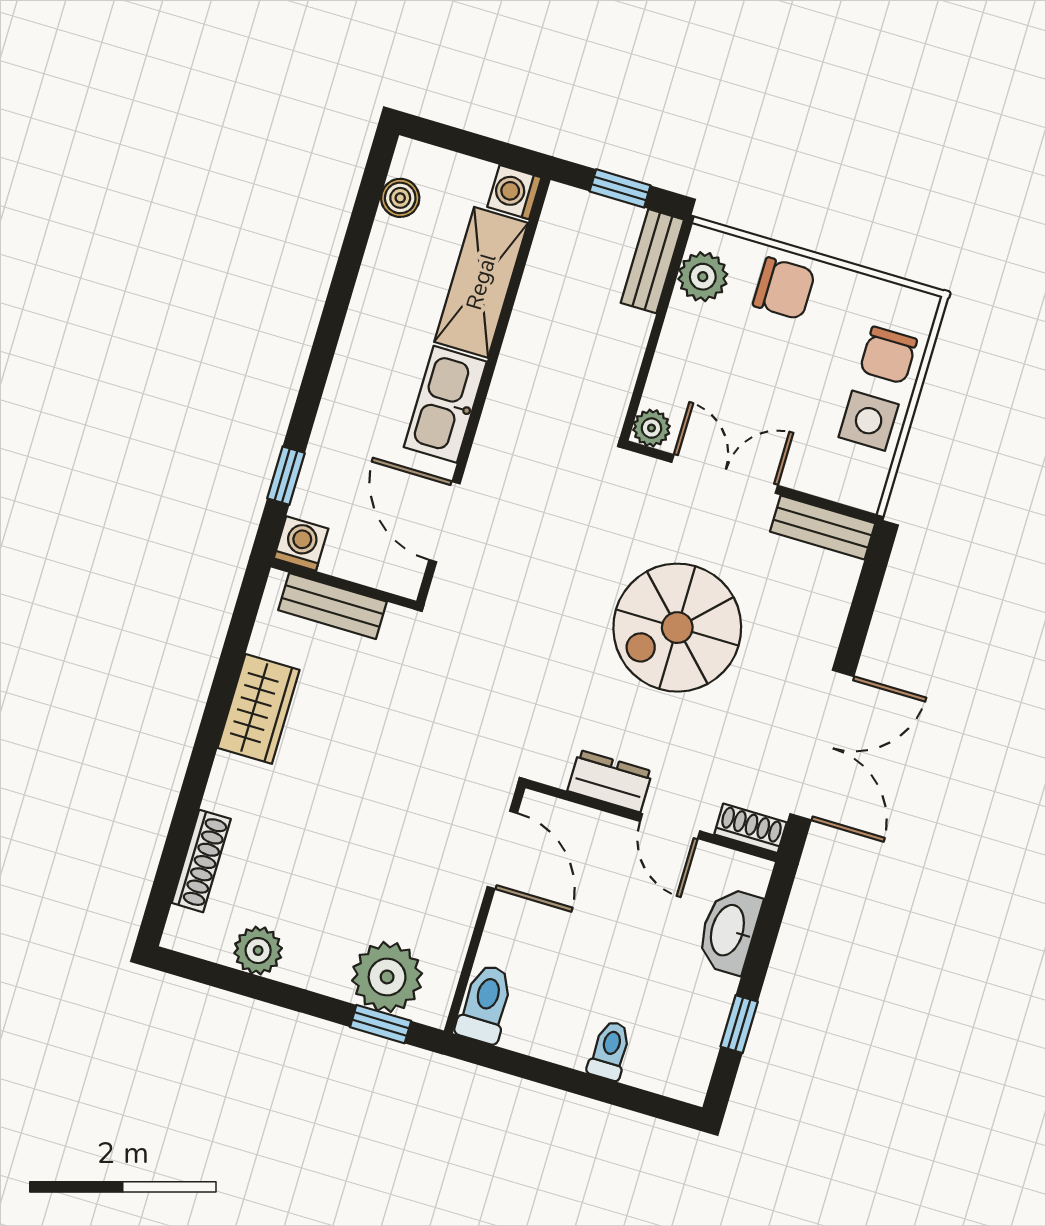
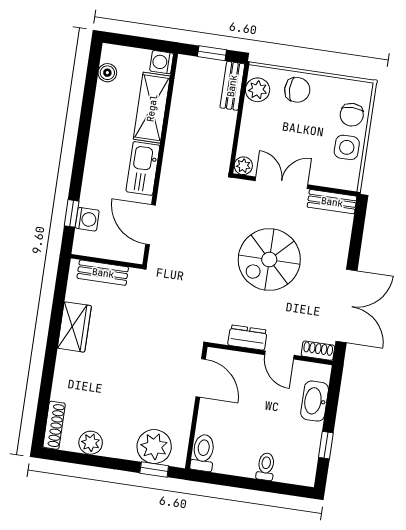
washing machine: (301, 544) -> (87, 219), moved, turned 90
shoe rack: (201, 861) -> (54, 425), moved

